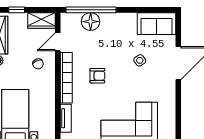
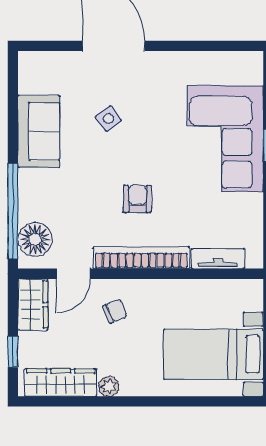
floor lamp: (91, 22) -> (35, 239), moved
sofa: (156, 24) -> (39, 131), moved
door: (58, 42) -> (73, 274), hinge flipped

